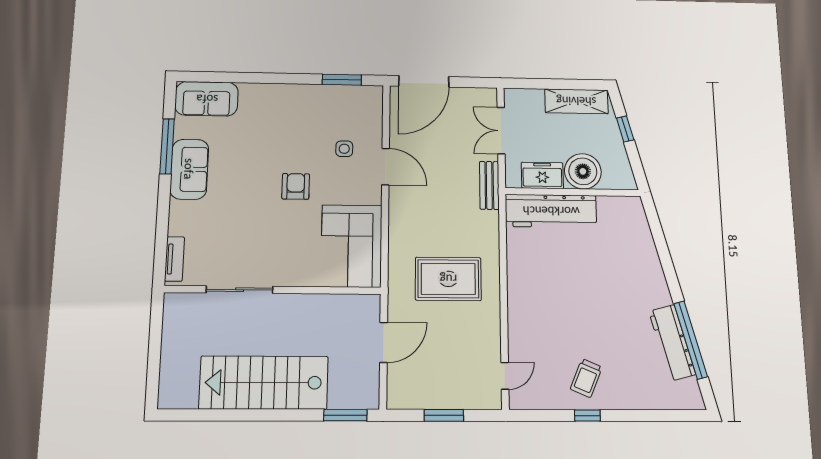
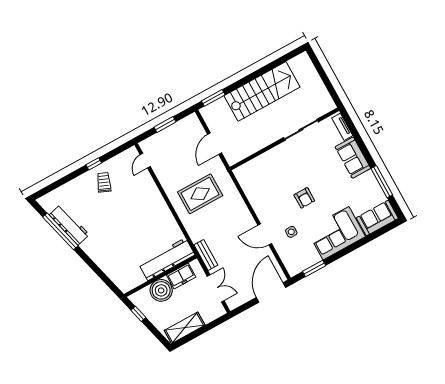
window: (625, 129) -> (138, 314), moved
sofa: (189, 169) -> (353, 158), moved
corner sofa: (351, 246) -> (336, 233), moved, turned -90

